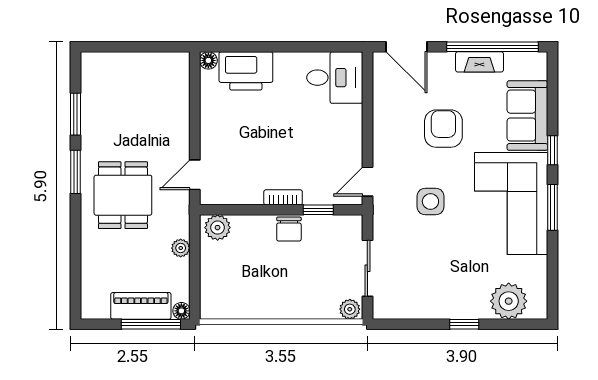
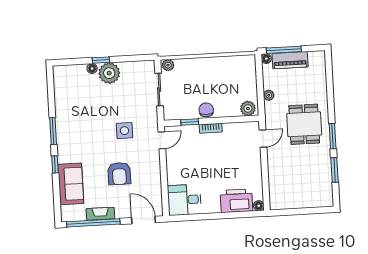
corner sofa: (511, 203) -> (77, 132), removed
plant: (509, 301) -> (109, 73), moved
floor lamp: (480, 311) -> (92, 68), added

